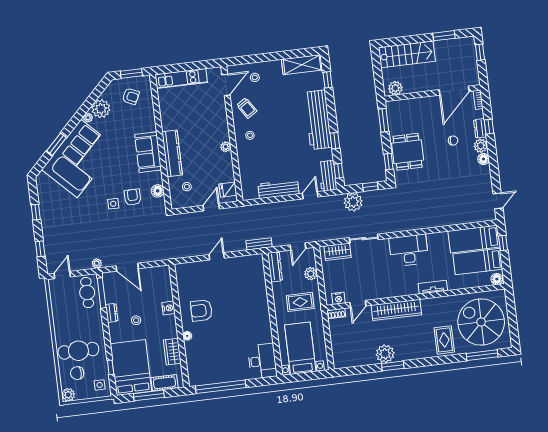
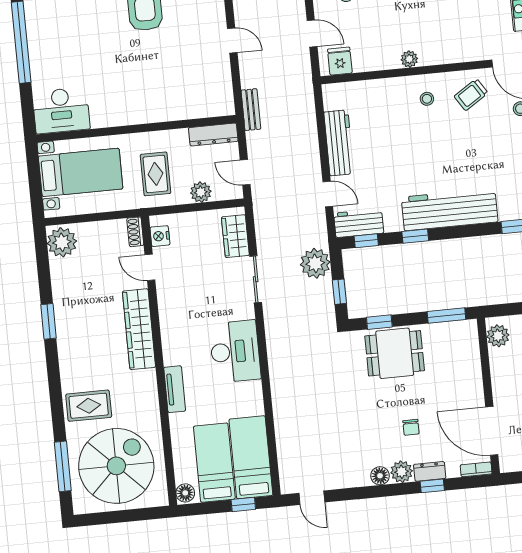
plant: (385, 354) -> (62, 242), moved

